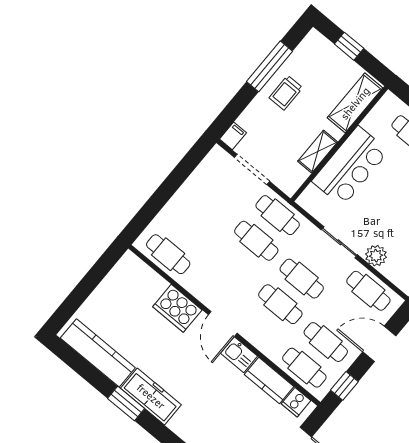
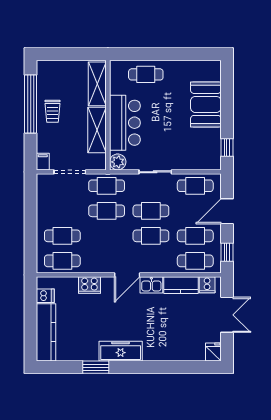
window: (349, 46) -> (67, 54), removed
window: (270, 66) -> (31, 104), width x1.46
shelving: (318, 152) -> (97, 130), width x1.50, depth x1.33
cafe table: (190, 229) -> (62, 236), added
plant: (376, 256) -> (118, 162), moved
dishwasher: (121, 275) -> (45, 296), added
cooker: (177, 308) -> (89, 285), width x0.73, depth x0.76
door: (223, 324) -> (127, 275), hinge flipped
kitchen counter: (98, 353) -> (46, 332), moved, turned 90
window: (126, 403) -> (96, 367), moved

